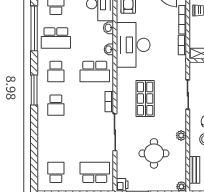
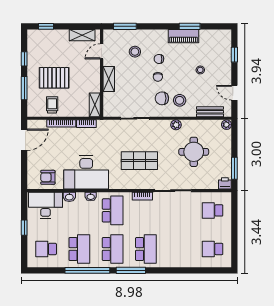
window: (34, 28) -> (87, 270), moved
school desk: (56, 72) -> (113, 249), width x1.85
school desk: (56, 105) -> (146, 249), width x1.85
school desk: (95, 172) -> (212, 210), width x0.54

